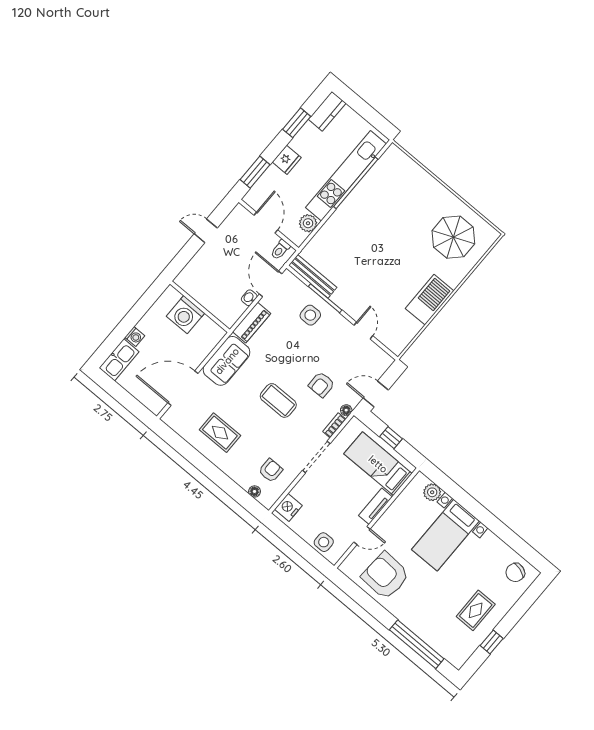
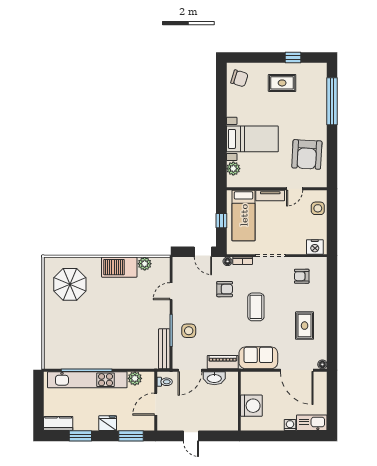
washbasin: (249, 298) -> (214, 378), width x1.91, depth x1.45
plant: (412, 327) -> (145, 264), added
floor lamp: (255, 491) -> (322, 364), moved
door: (362, 536) -> (295, 189), swing flipped

